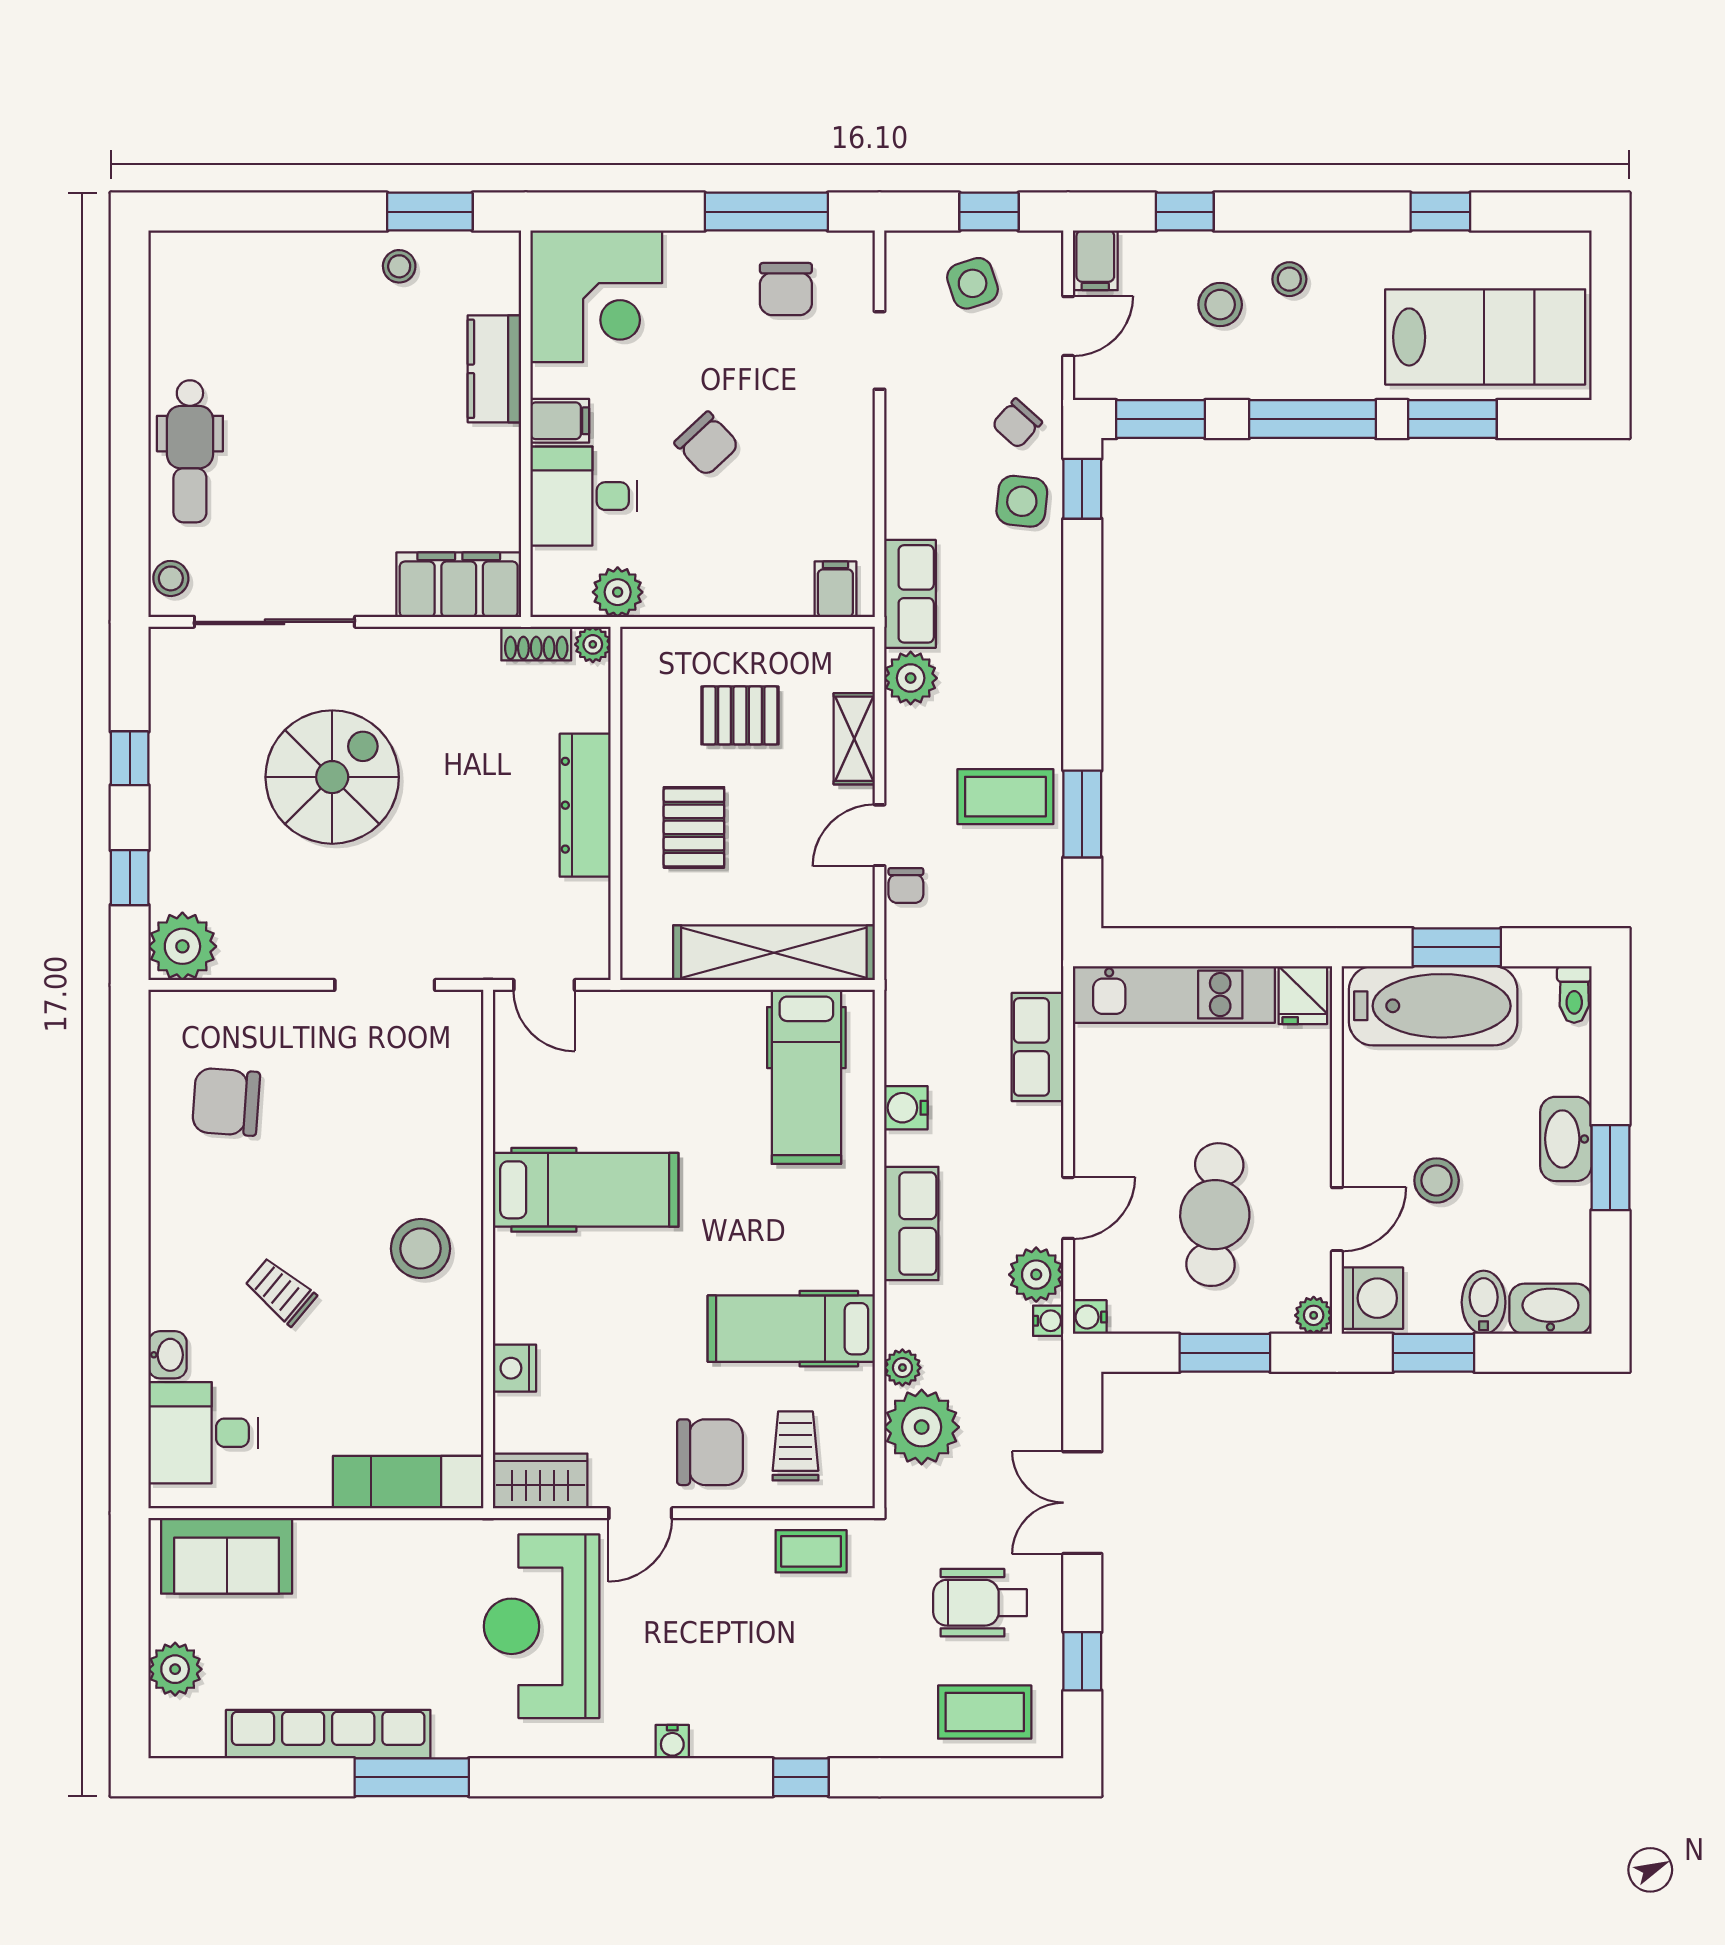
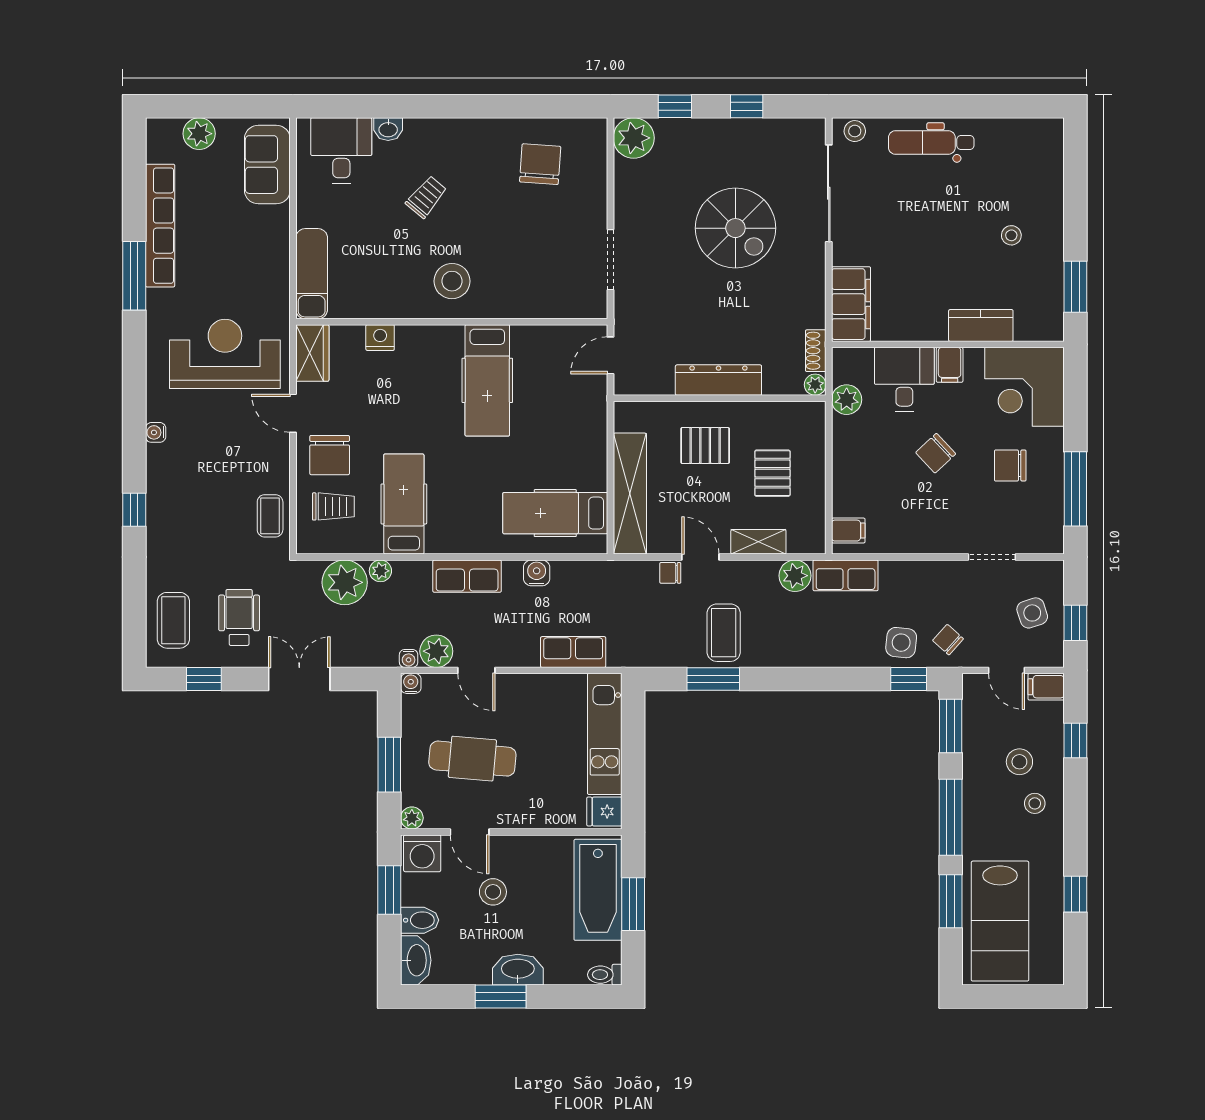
stool: (399, 266) -> (1011, 235), moved
chair: (786, 289) -> (1010, 466), moved

